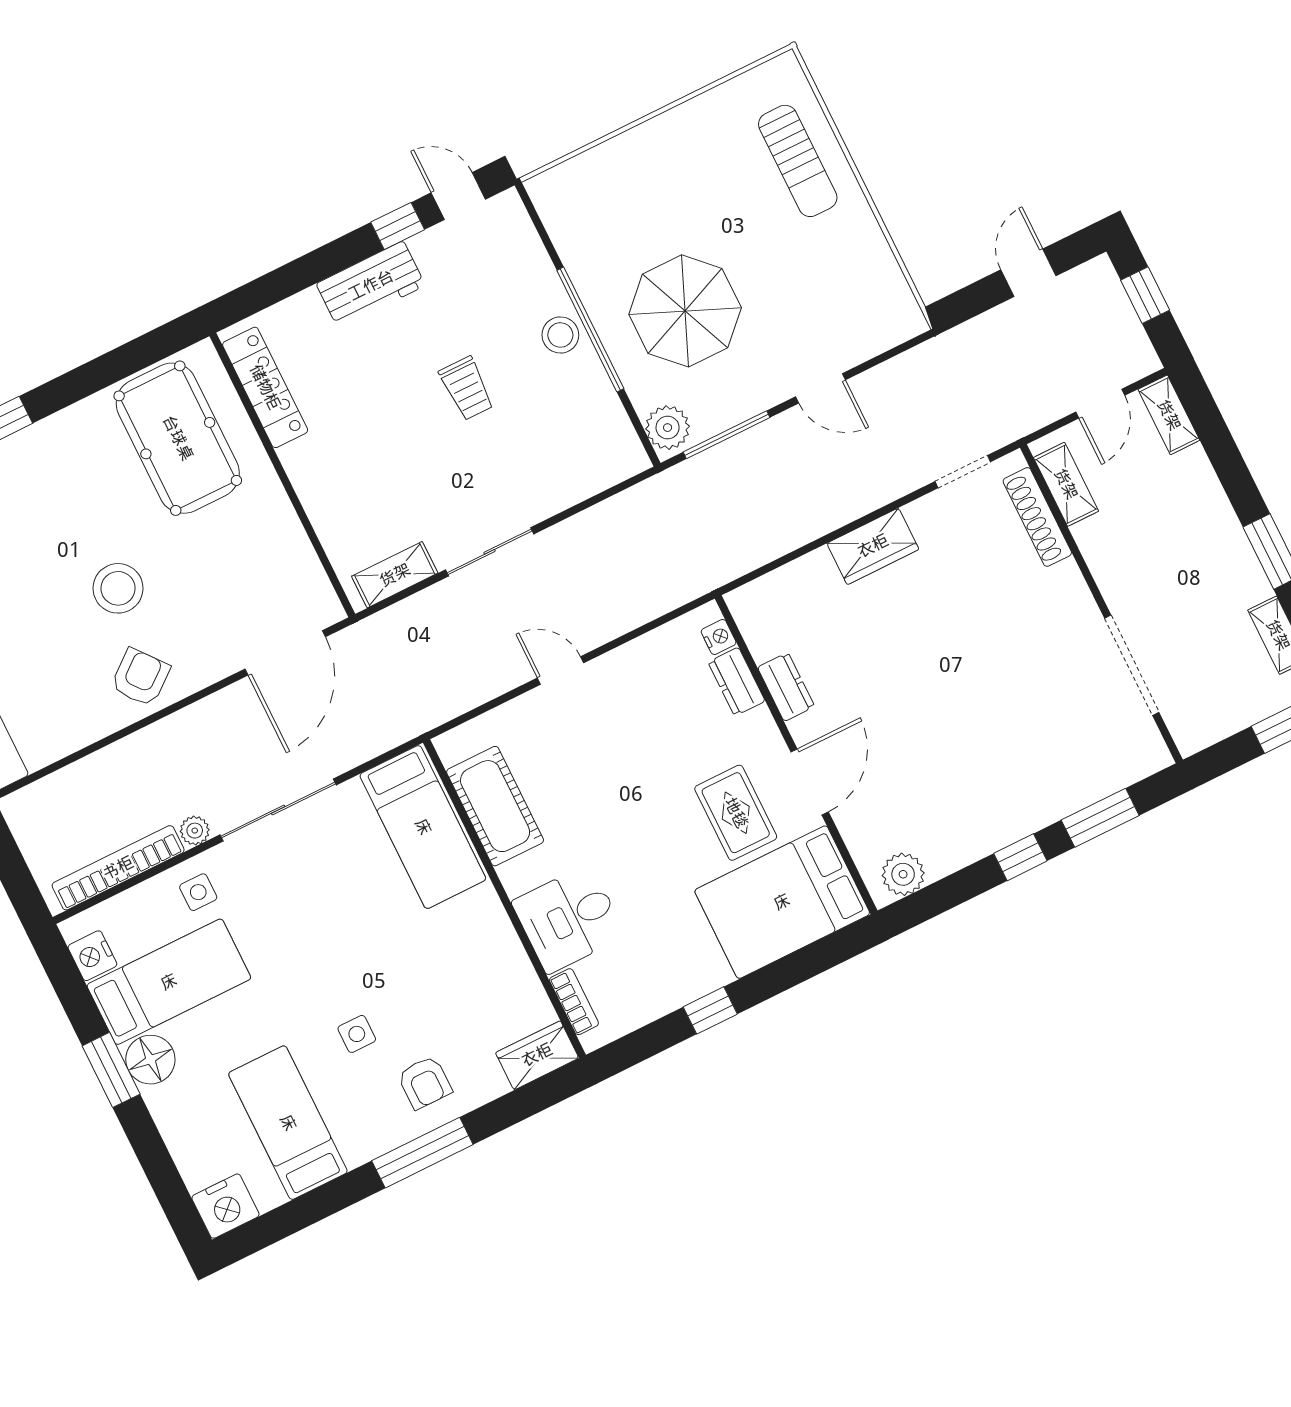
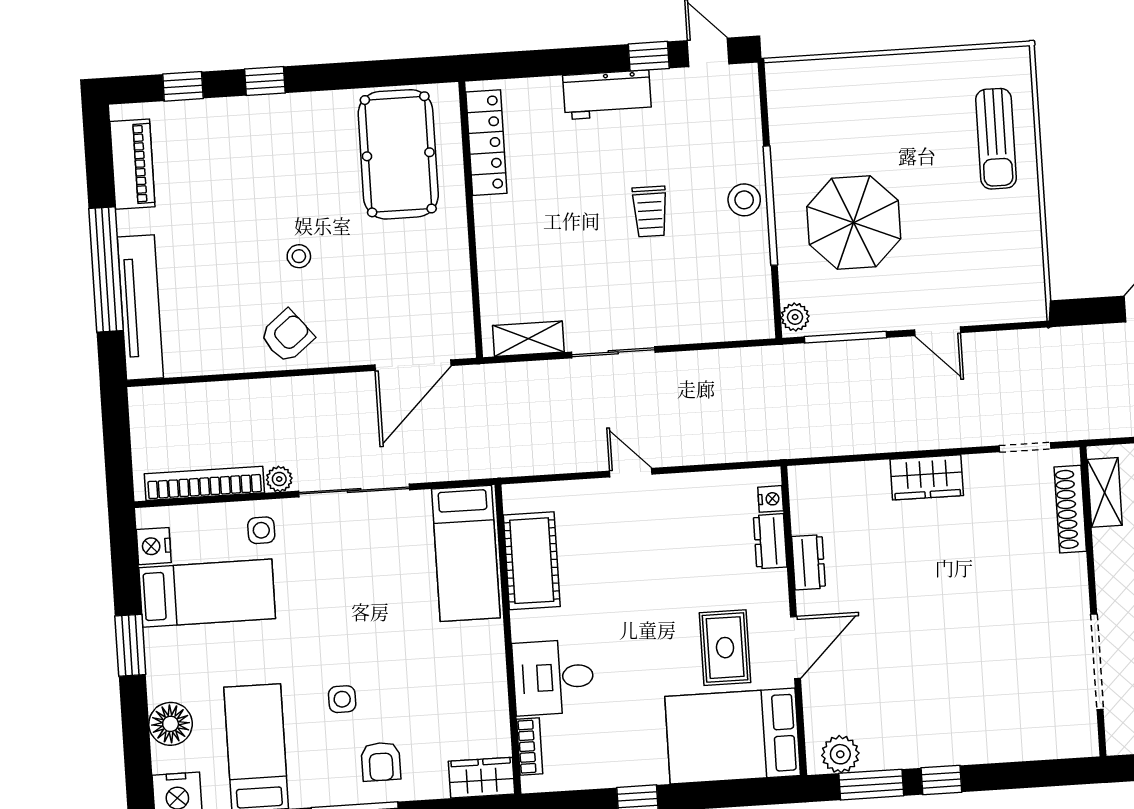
plant: (668, 428) -> (795, 317), width x0.73, depth x0.73
stool: (118, 588) -> (299, 256), width x0.53, depth x0.53
window: (1100, 818) -> (871, 785), moved
floor lamp: (150, 1060) -> (171, 724), moved

